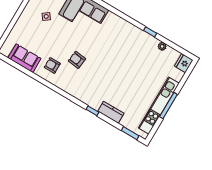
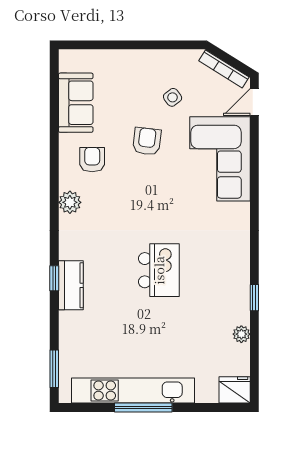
armchair: (77, 60) -> (147, 141), moved
kitchen island: (115, 65) -> (159, 270), added
plant: (65, 85) -> (70, 202), added
kitchen counter: (111, 112) -> (71, 285), moved

